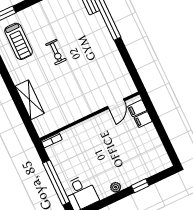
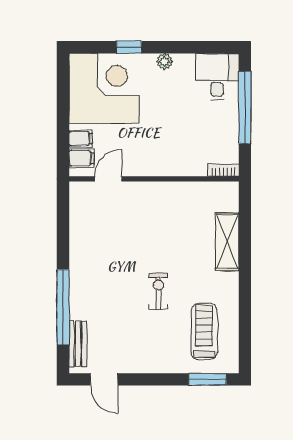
corner desk: (143, 155) -> (104, 88), added

